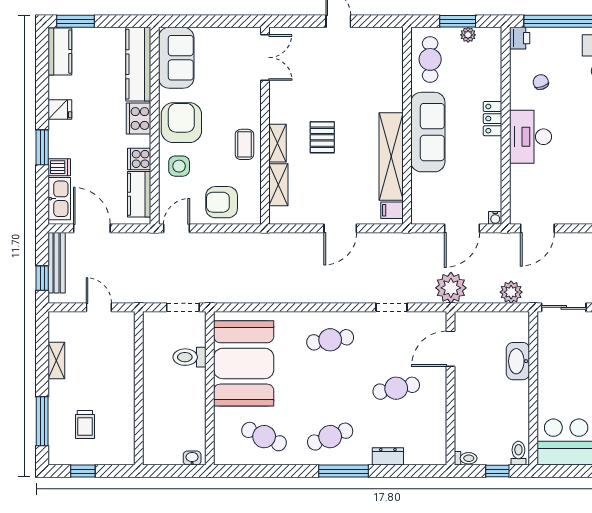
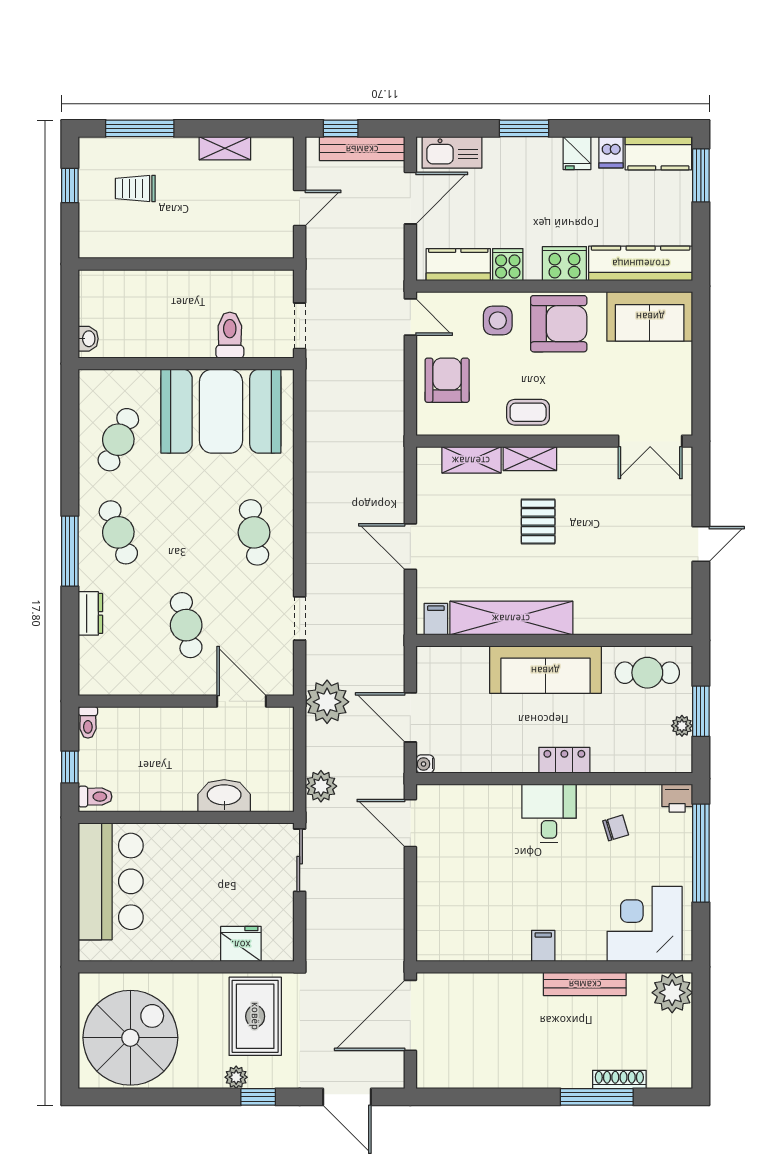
pallet: (322, 137) -> (538, 521), turned 90
desk: (531, 137) -> (549, 814), width x0.73
dishwasher: (59, 167) -> (611, 152), moved

